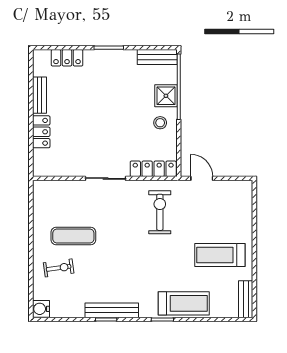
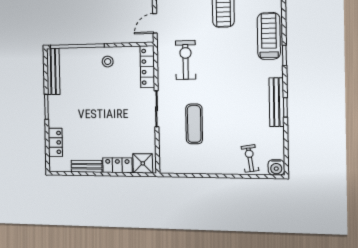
bench: (157, 57) -> (53, 71), width x1.36
shower: (166, 96) -> (143, 163), moved
exercise bike: (160, 212) -> (186, 60), turned 90
exercise mat: (73, 236) -> (194, 124), moved
exercise bike: (59, 268) -> (250, 158), moved

